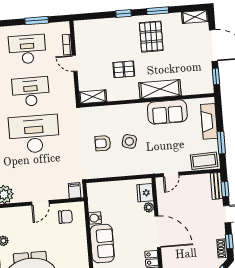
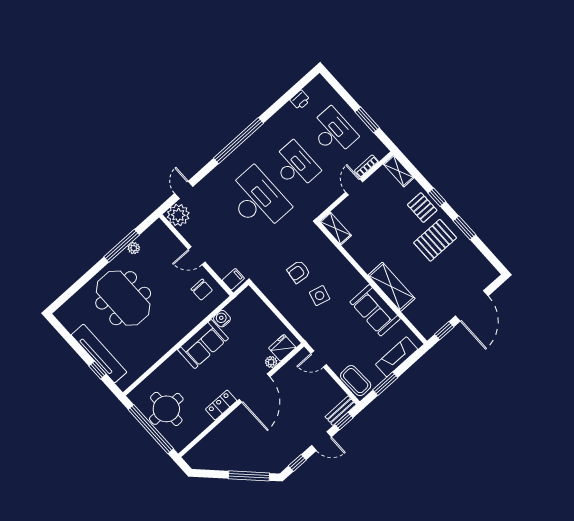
shelving: (195, 17) -> (399, 171), moved
pallet: (124, 69) -> (422, 208), moved
armchair: (103, 143) -> (299, 272), turned -83
shoe rack: (222, 248) -> (285, 461), removed

